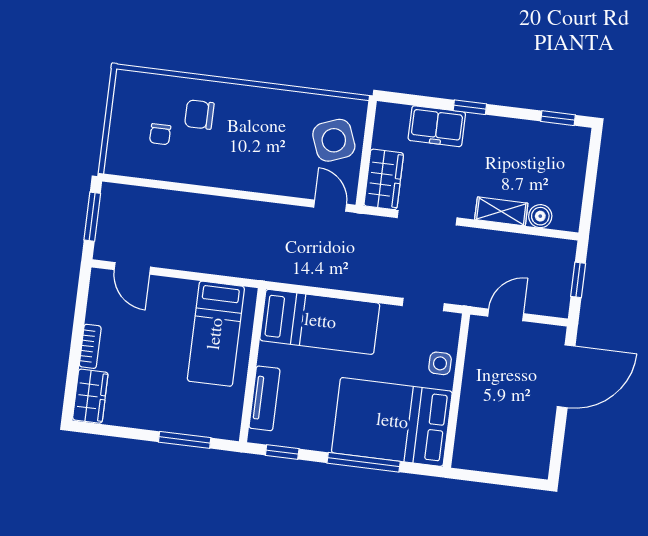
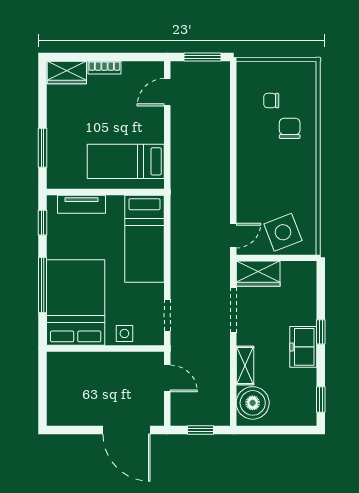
freezer: (437, 126) -> (303, 347), moved
boiler: (540, 216) -> (253, 403), width x1.86, depth x1.86

